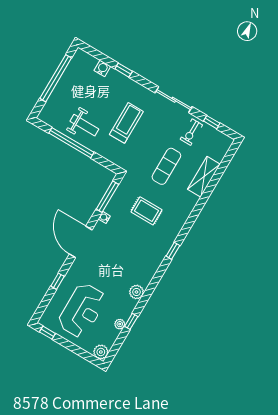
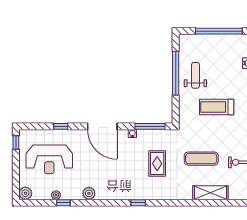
treadmill: (126, 123) -> (217, 107), turned 180
weight bench: (84, 125) -> (195, 75), turned 180
door: (81, 242) -> (102, 126), swing flipped

